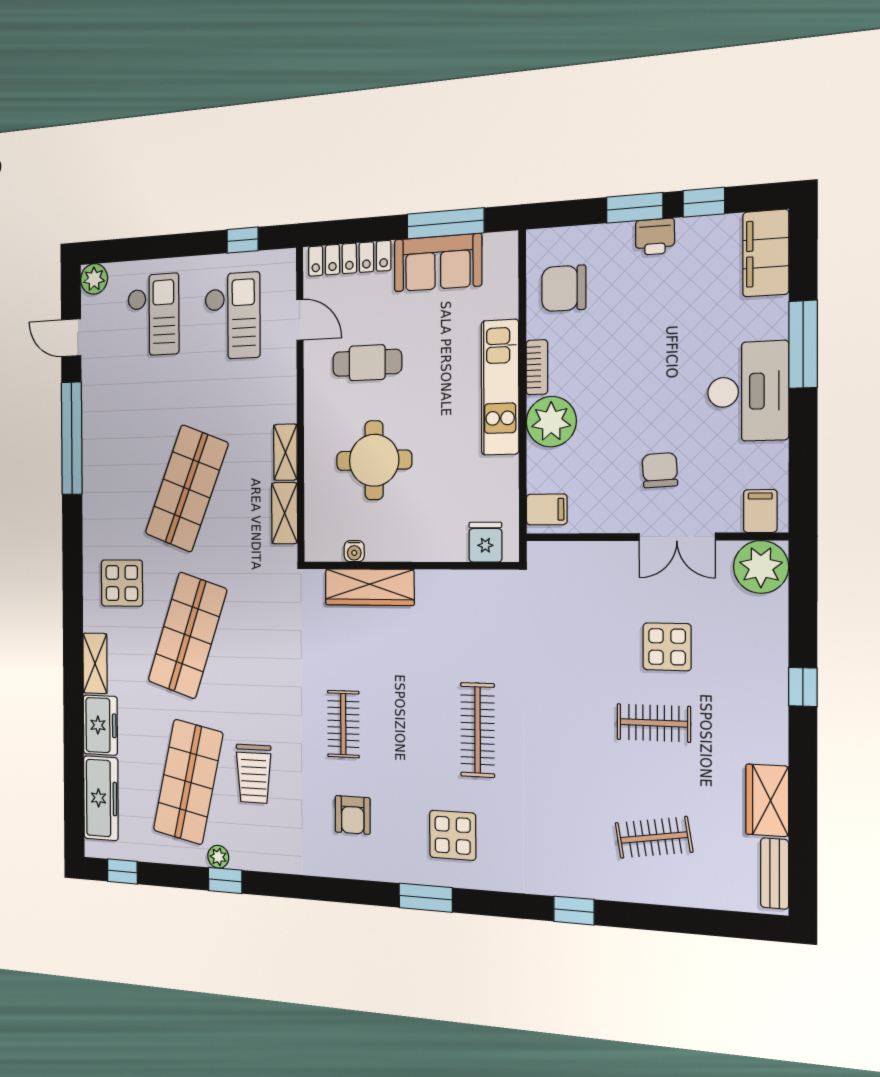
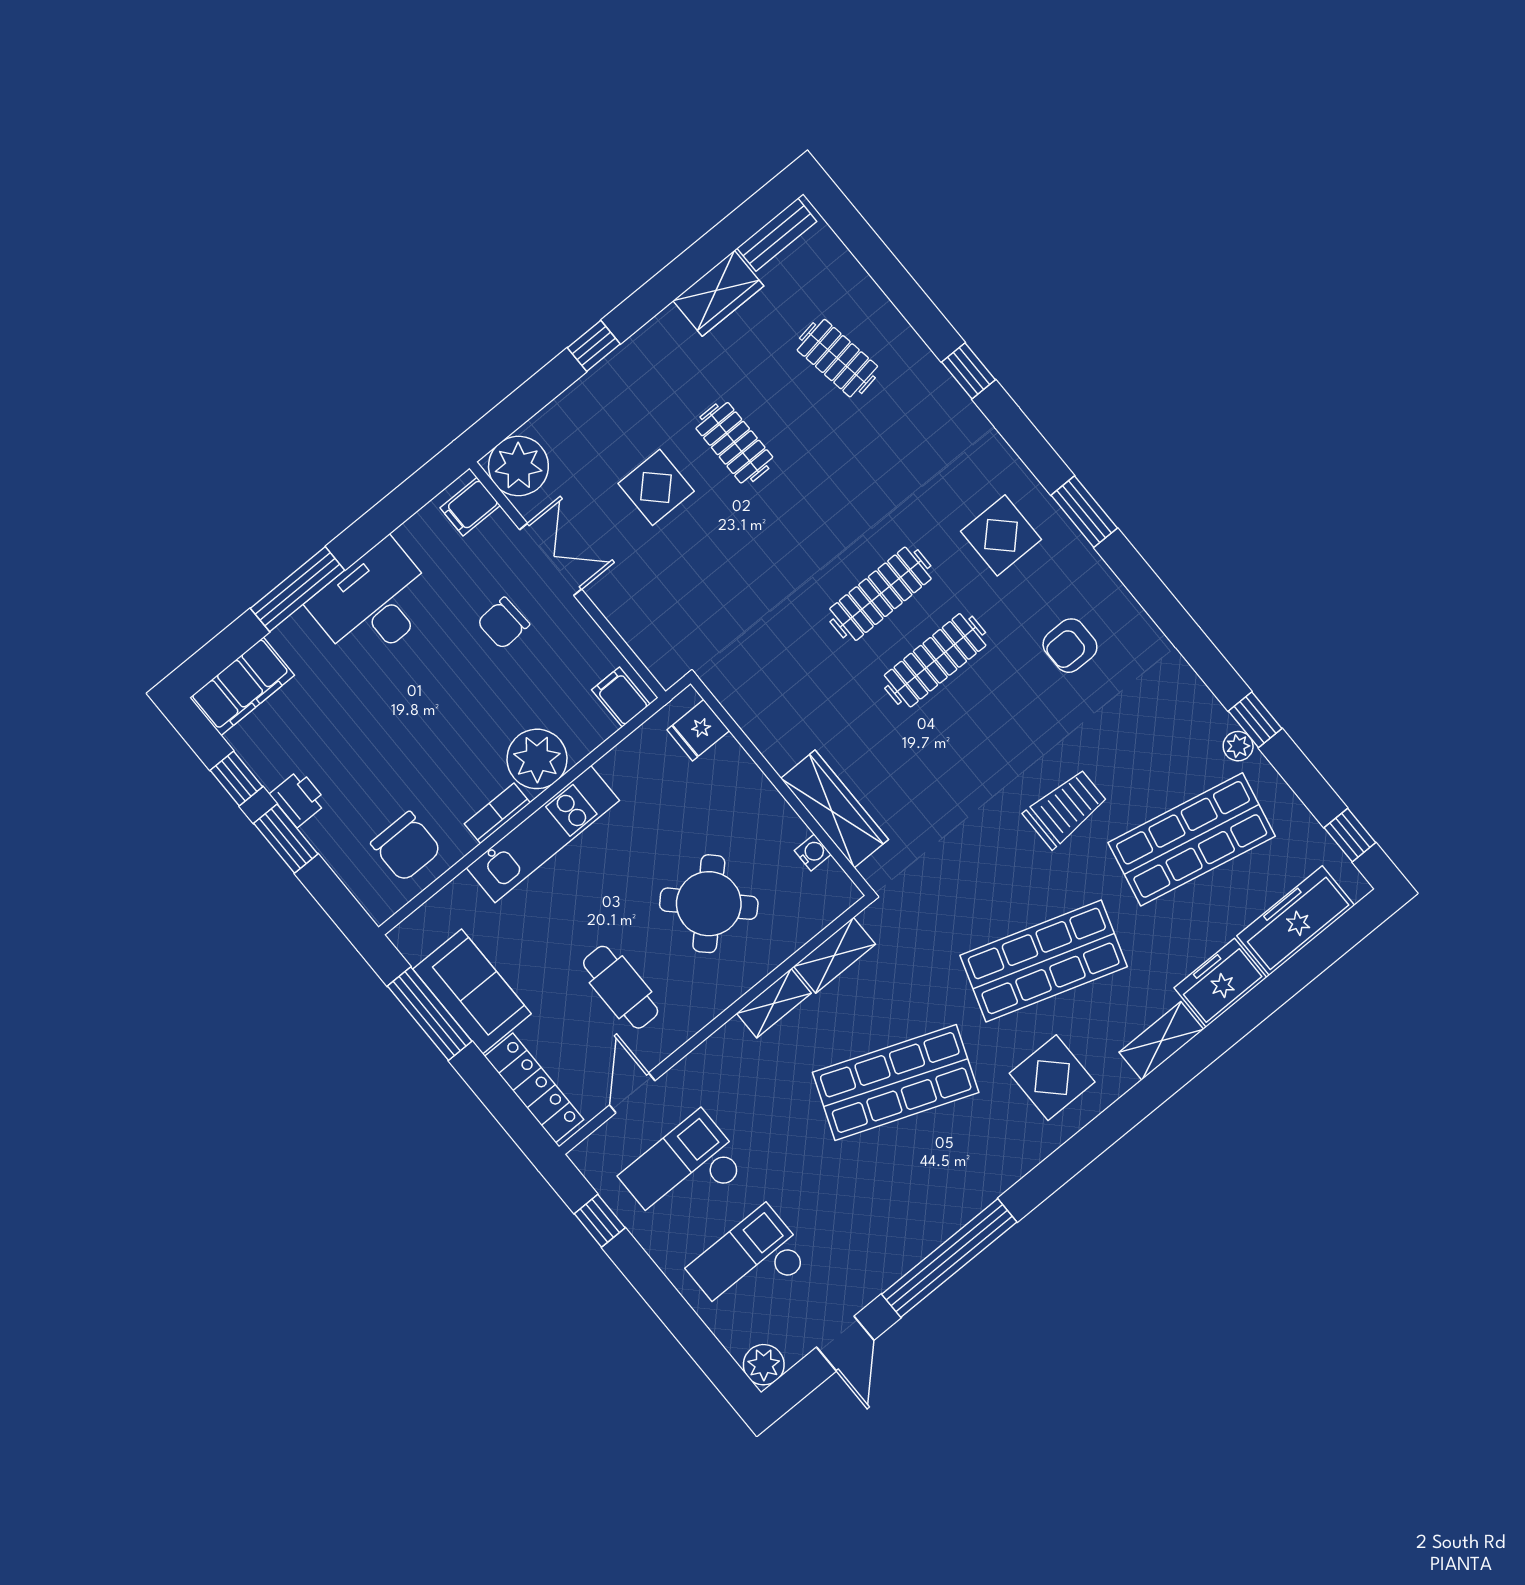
round table: (374, 460) -> (709, 904), turned 45
clothes rail: (343, 724) -> (935, 660), moved, width x1.36
trolley: (254, 774) -> (1066, 809), moved
armchair: (353, 815) -> (1070, 646), turned 180

